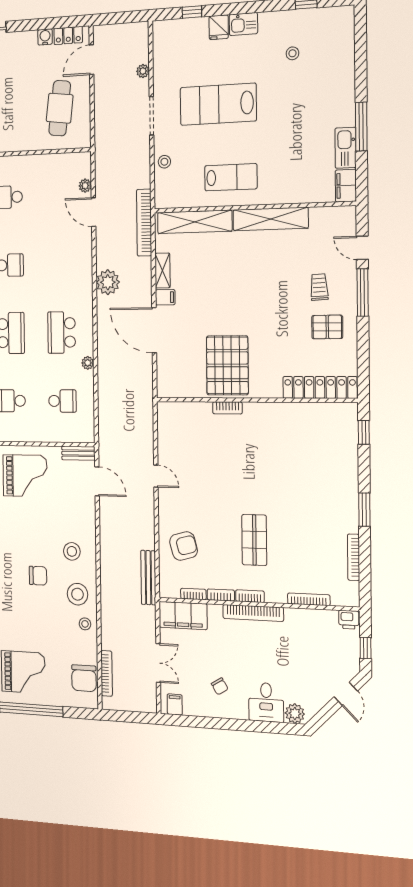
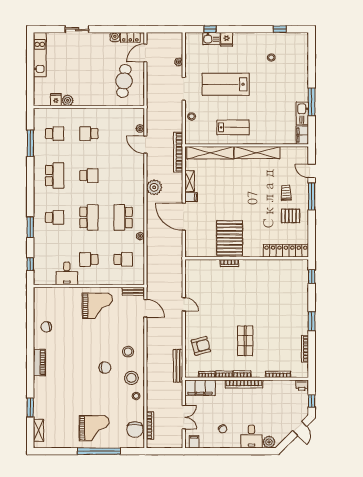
kitchen sink: (243, 24) -> (211, 39), moved

